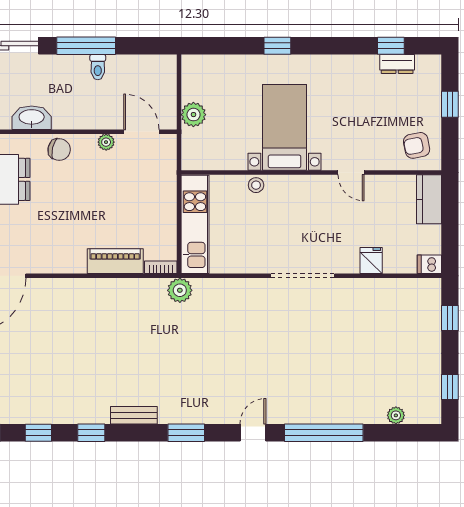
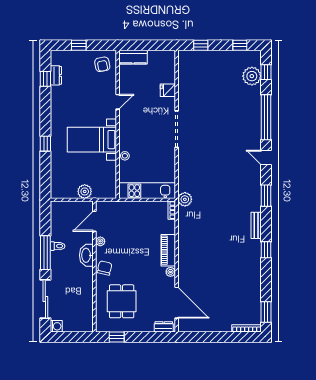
washbasin: (32, 118) -> (86, 255), moved
piano: (115, 261) -> (168, 250), moved
dishwasher: (429, 264) -> (170, 57), removed
plant: (52, 265) -> (170, 272), added
plant: (396, 415) -> (252, 76), width x1.87, depth x1.87
window: (38, 433) -> (266, 72), moved

